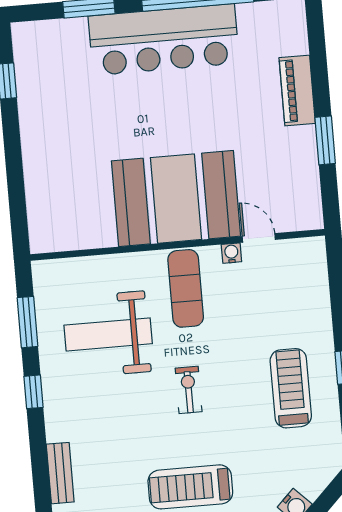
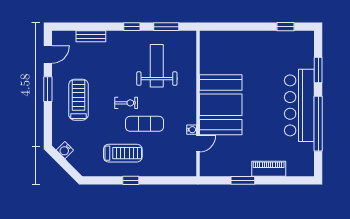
exercise mat: (186, 288) -> (144, 124), moved

